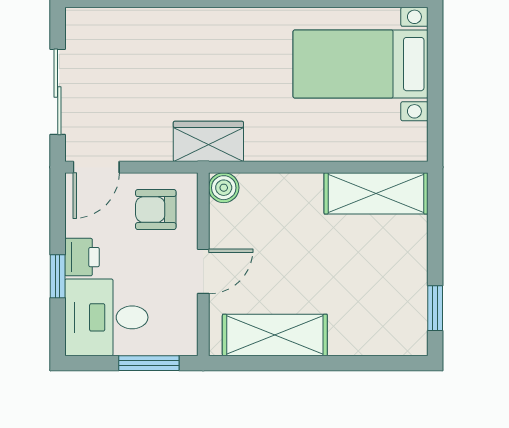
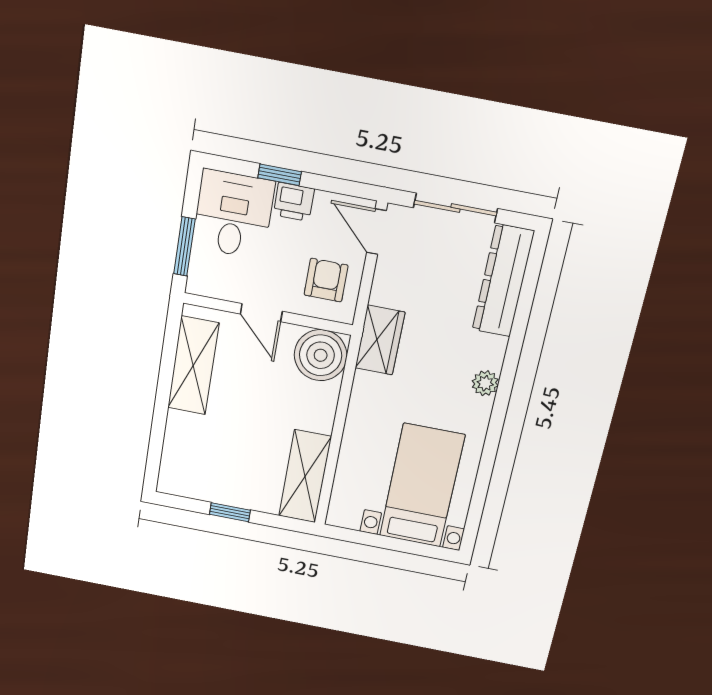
plant: (233, 21) -> (485, 383), added
dresser: (122, 27) -> (503, 281), added
boiler: (224, 188) -> (321, 355), width x1.86, depth x1.86
window: (435, 308) -> (230, 512), moved

